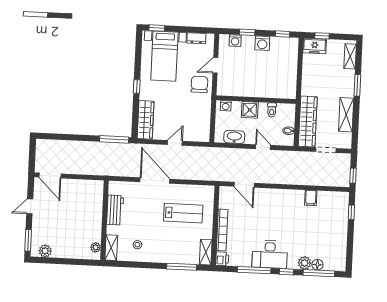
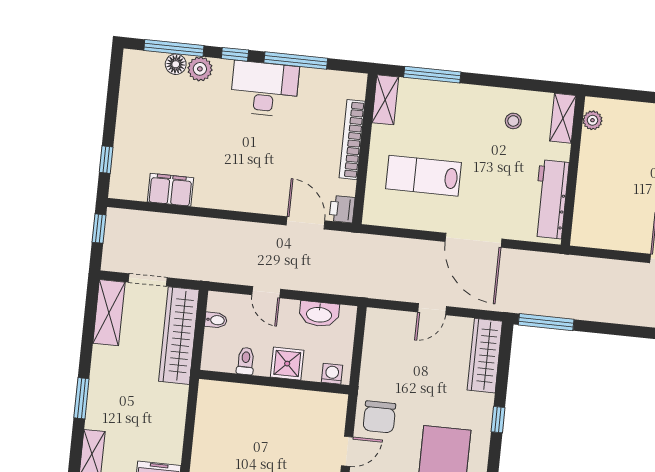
shelving: (346, 115) -> (109, 313), moved
filing cabinet: (311, 198) -> (170, 190), width x2.00
workbench: (115, 210) -> (551, 199), width x1.38
printer: (222, 259) -> (342, 209), moved

